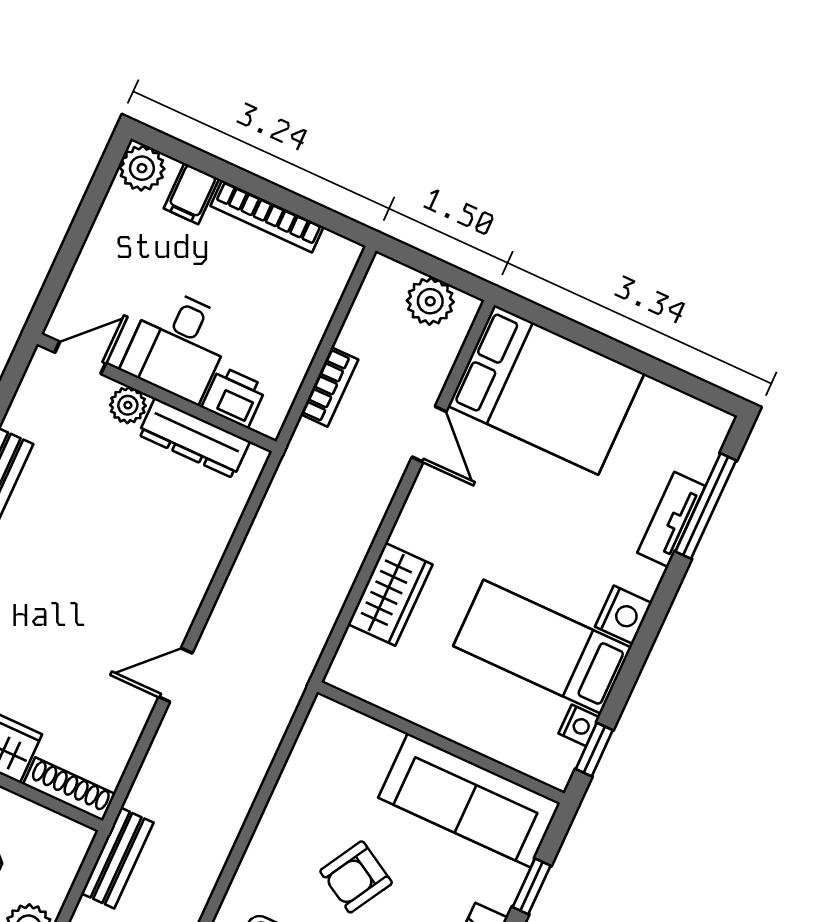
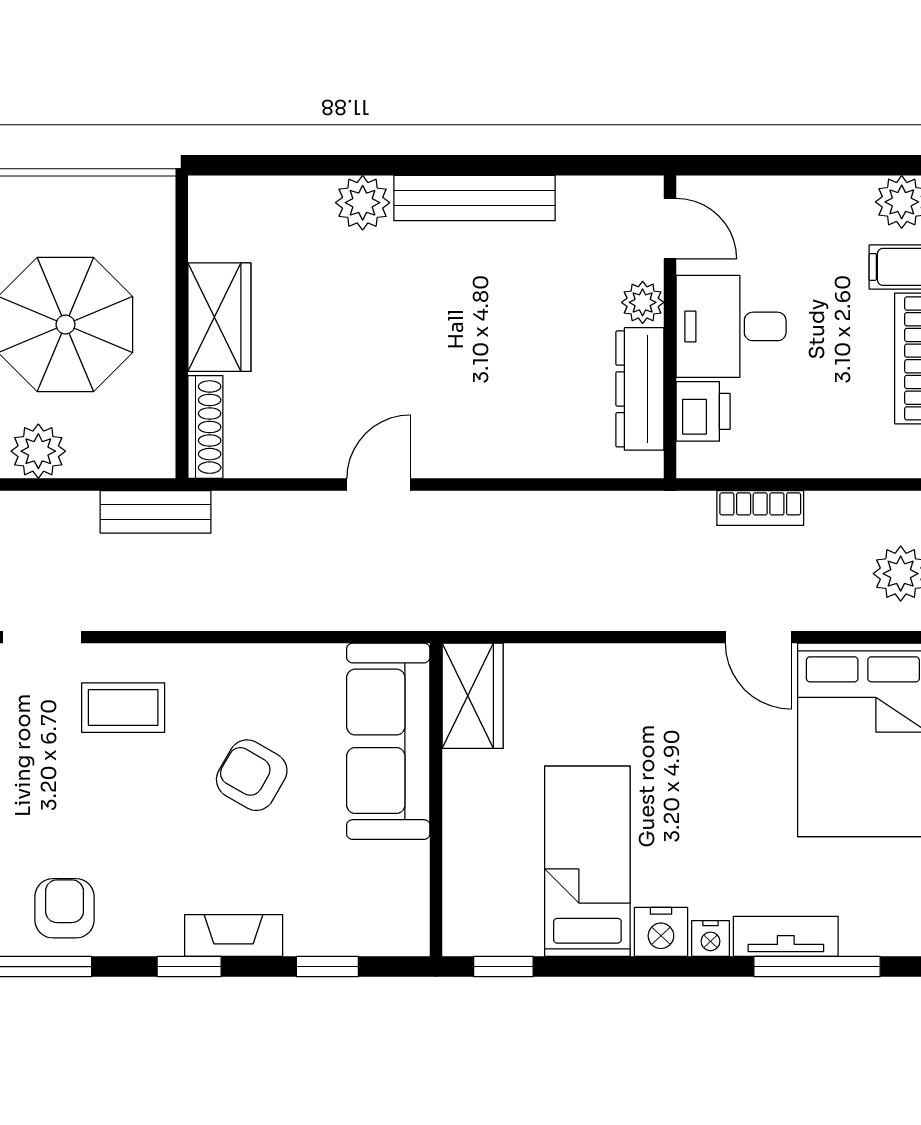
door: (429, 434) -> (758, 637), hinge flipped
wardrobe: (390, 594) -> (473, 696), moved, turned -90
door: (176, 675) -> (379, 485), hinge flipped
nightstand: (579, 725) -> (710, 939), moved
sofa: (469, 800) -> (388, 741), moved

